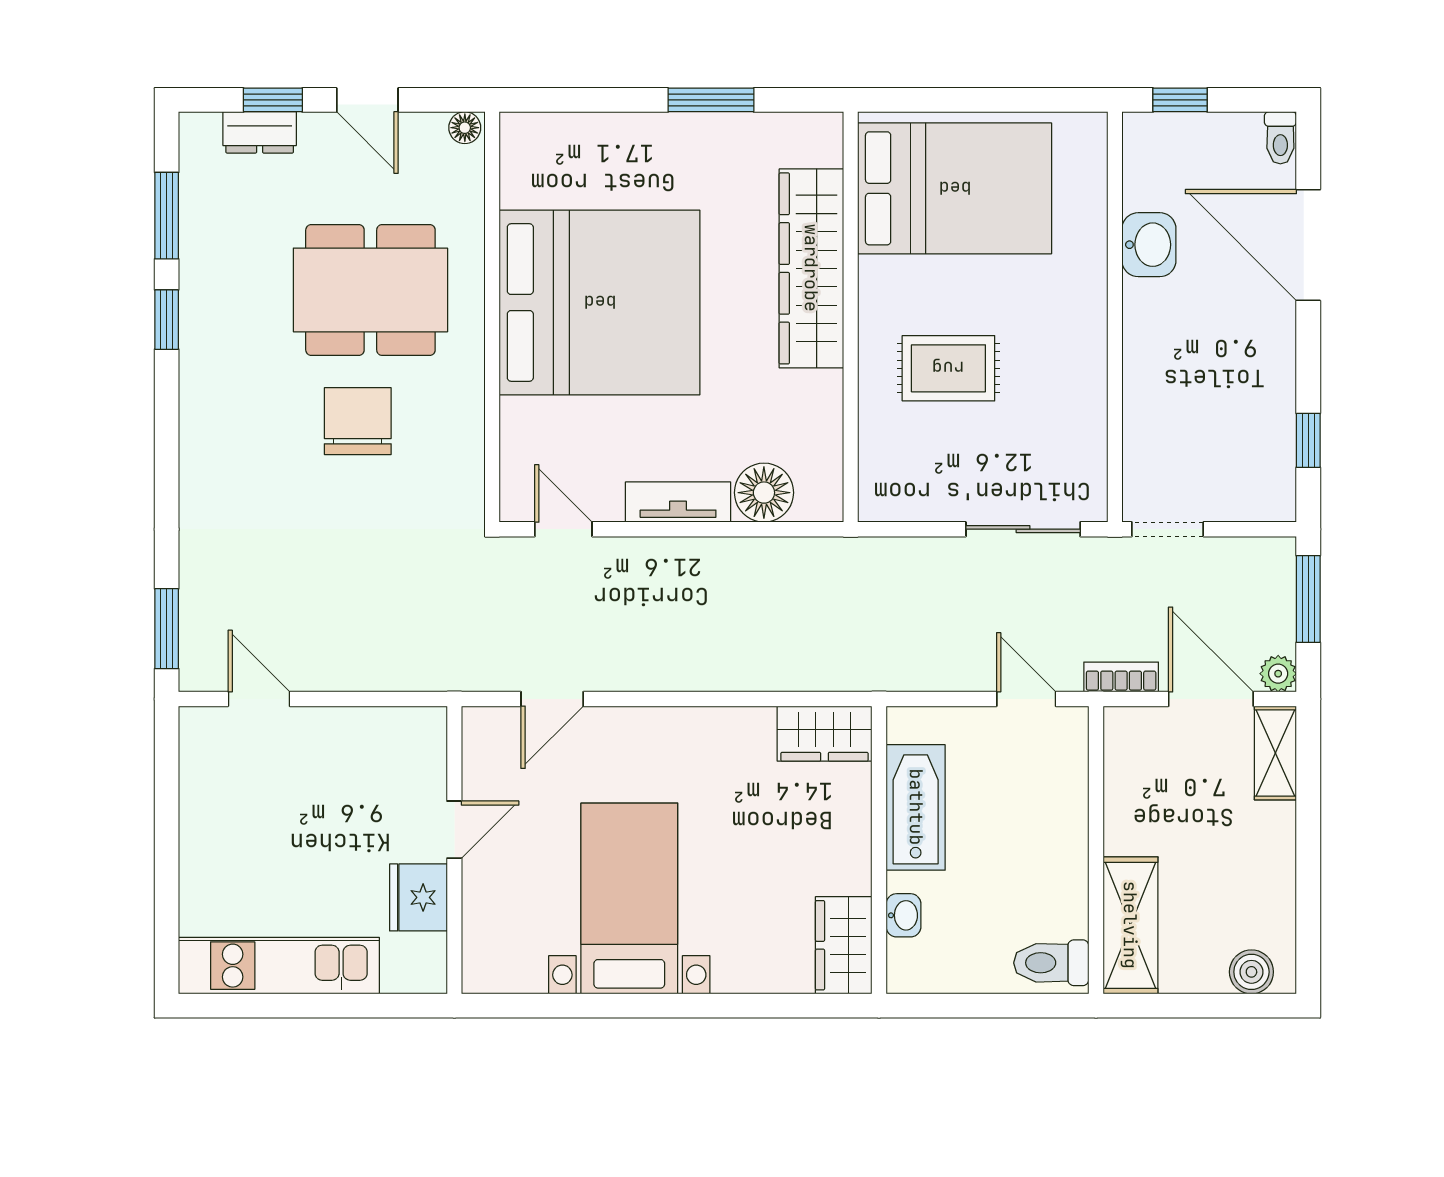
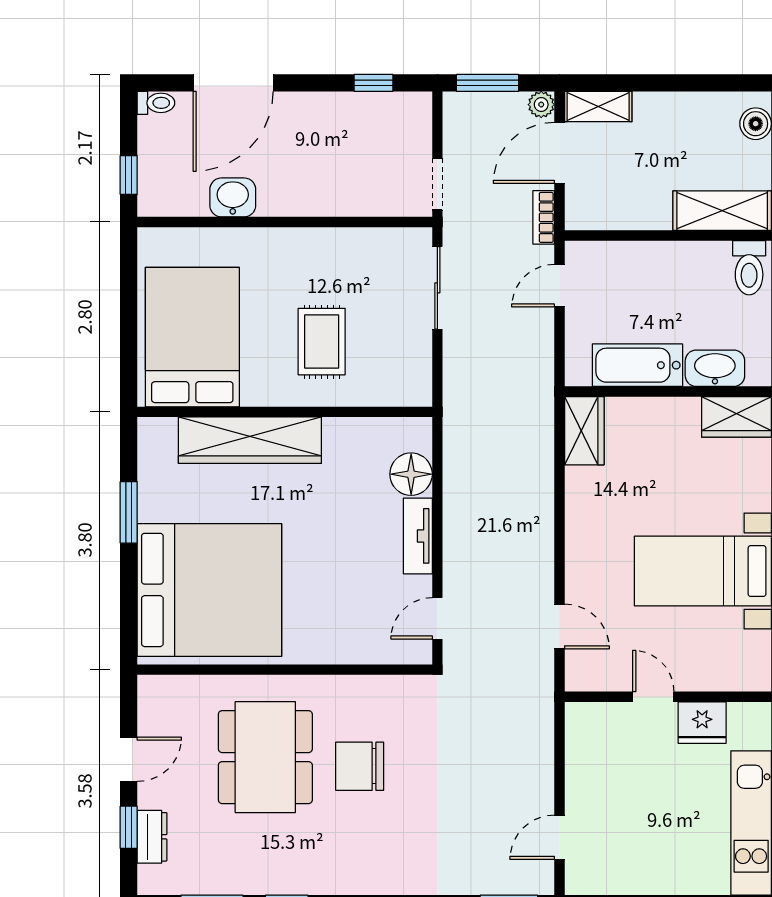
floor lamp: (465, 128) -> (149, 689), removed
bed: (600, 302) -> (209, 590), moved, turned 90
washbasin: (904, 915) -> (715, 368), width x1.91, depth x1.45

